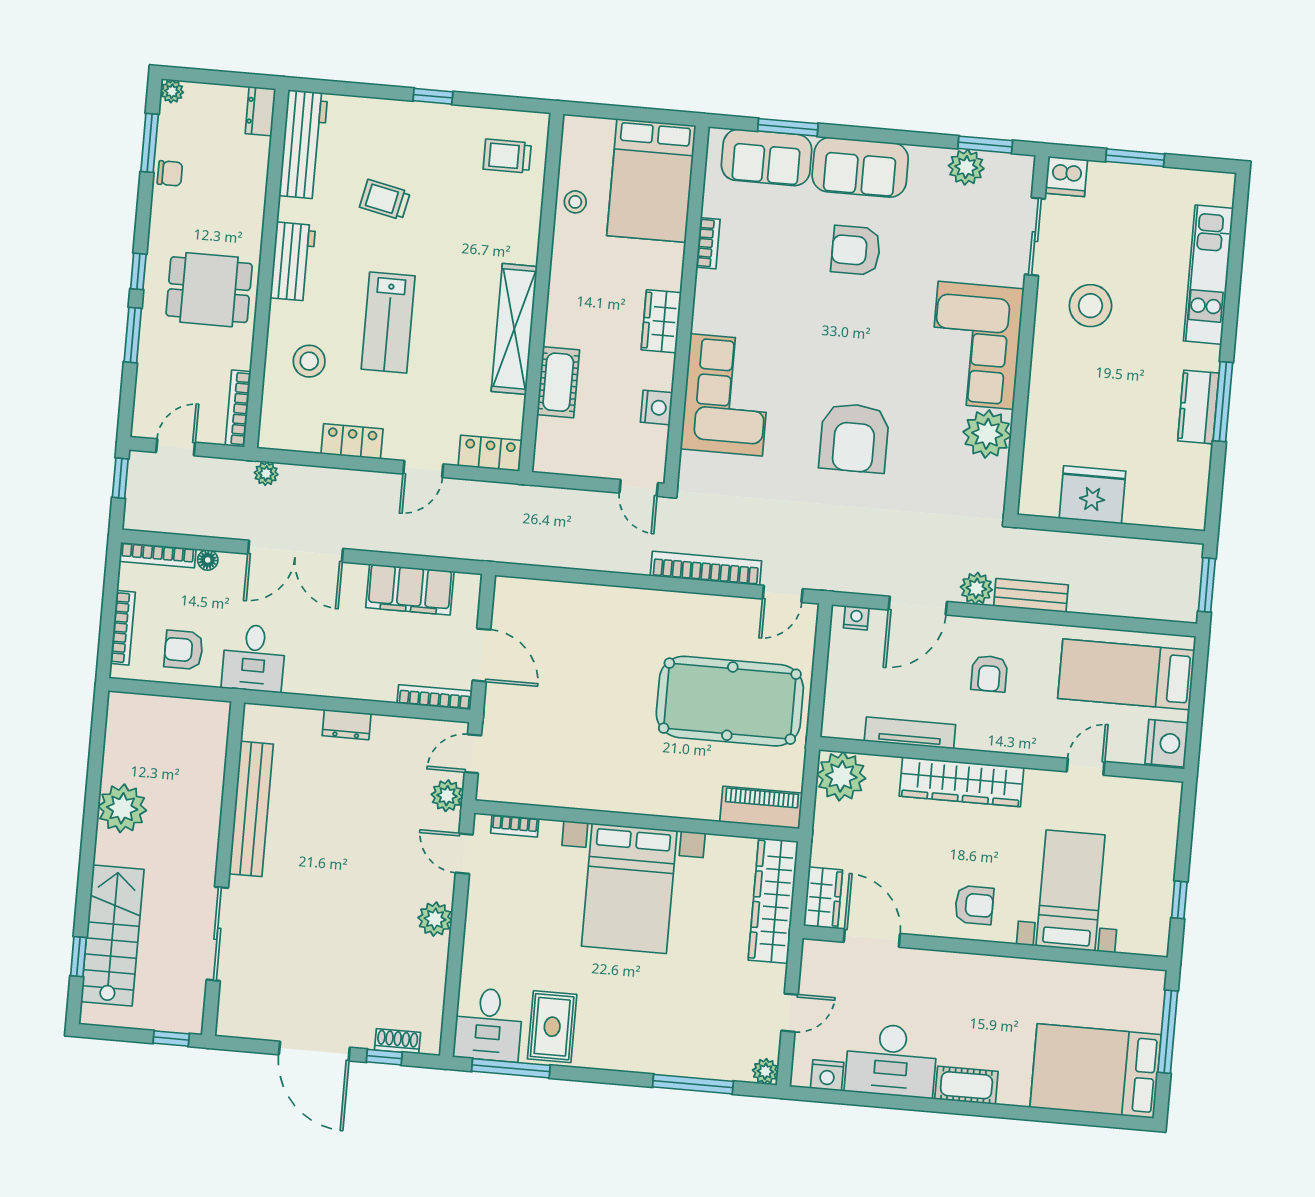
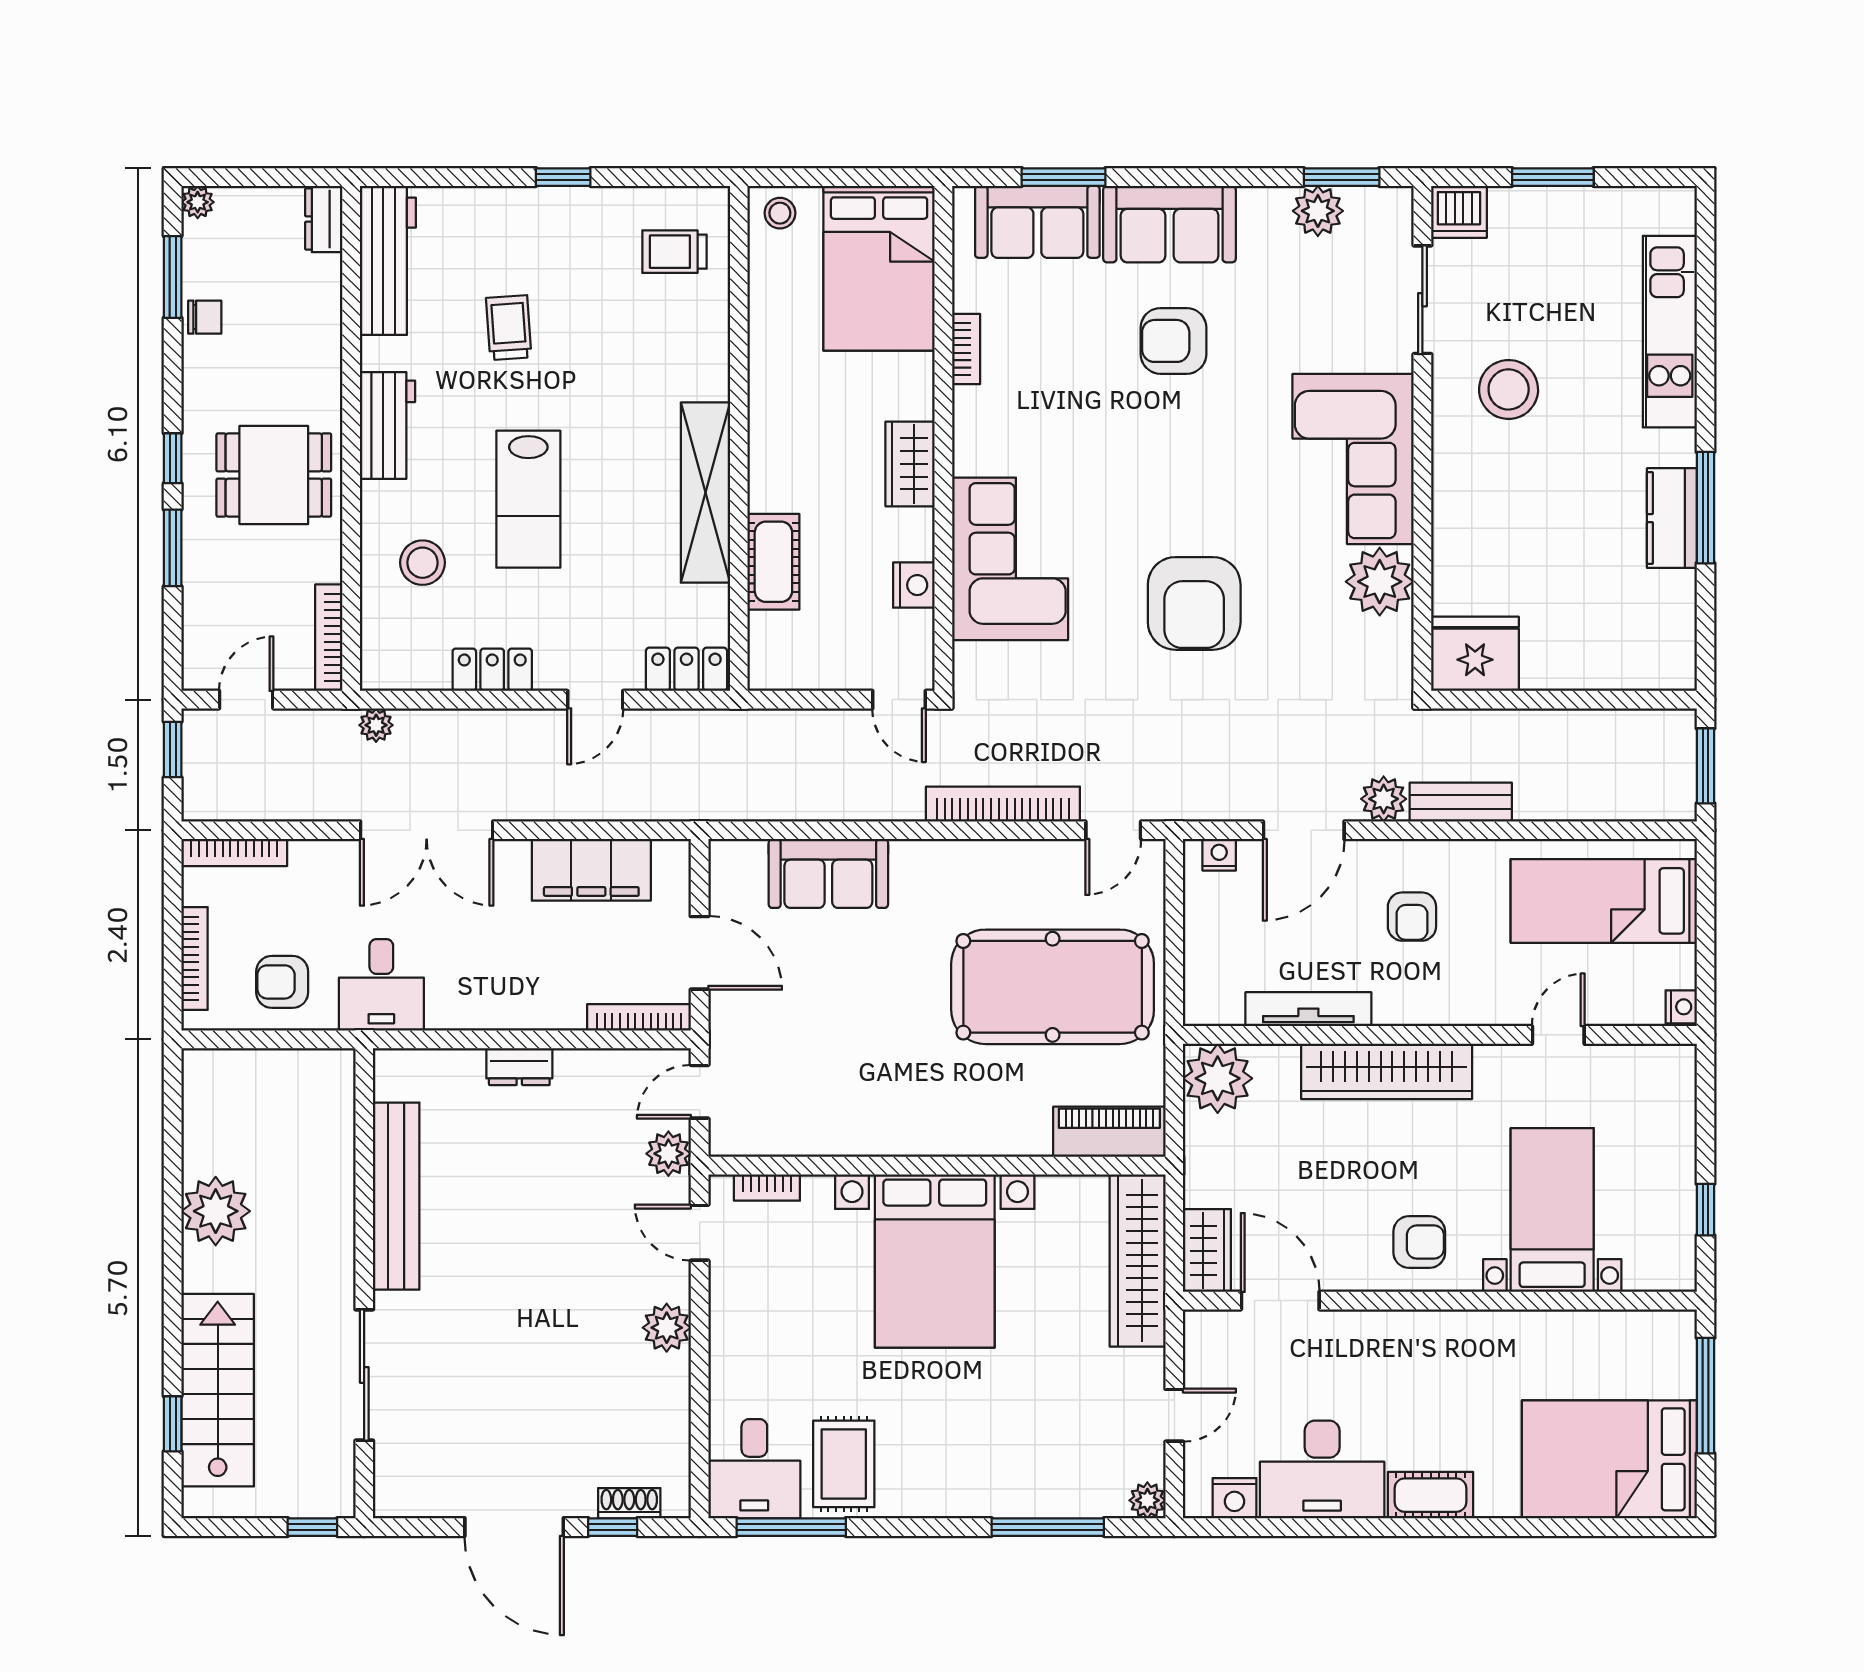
trolley: (385, 200) -> (509, 328), turned 74
stool: (575, 202) -> (780, 213), moved
fridge: (1092, 495) -> (1475, 654), moved
floor lamp: (208, 560) -> (305, 853), removed
sofa: (578, 607) -> (828, 873), added
nightstand: (1167, 743) -> (1681, 1007), width x0.53, depth x0.56

